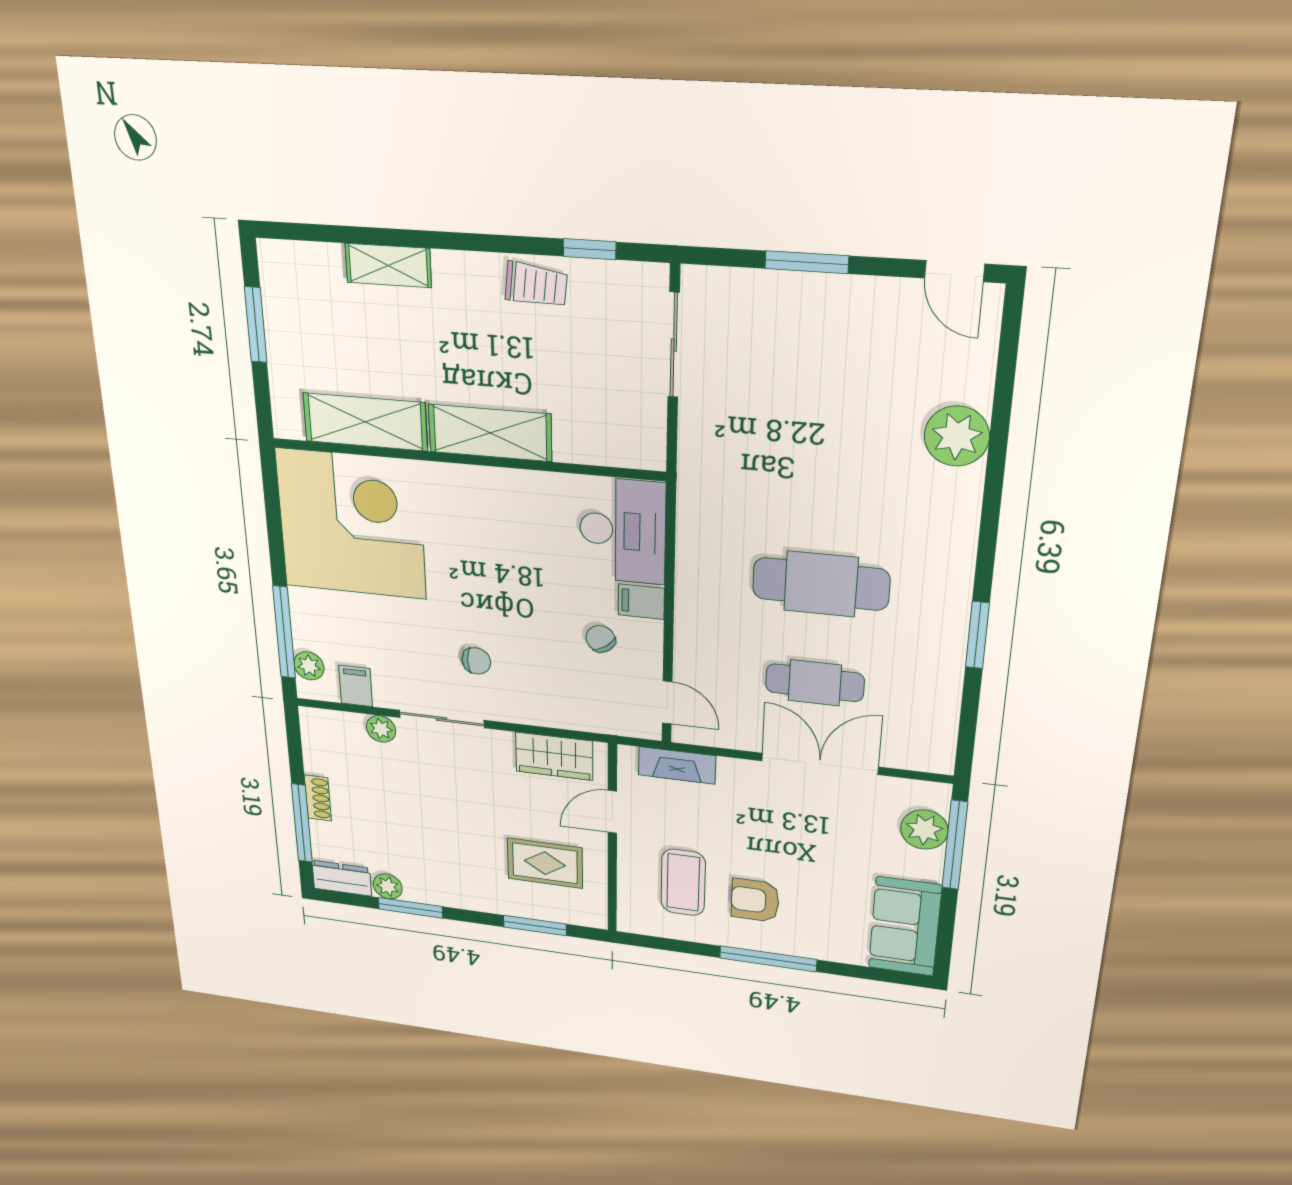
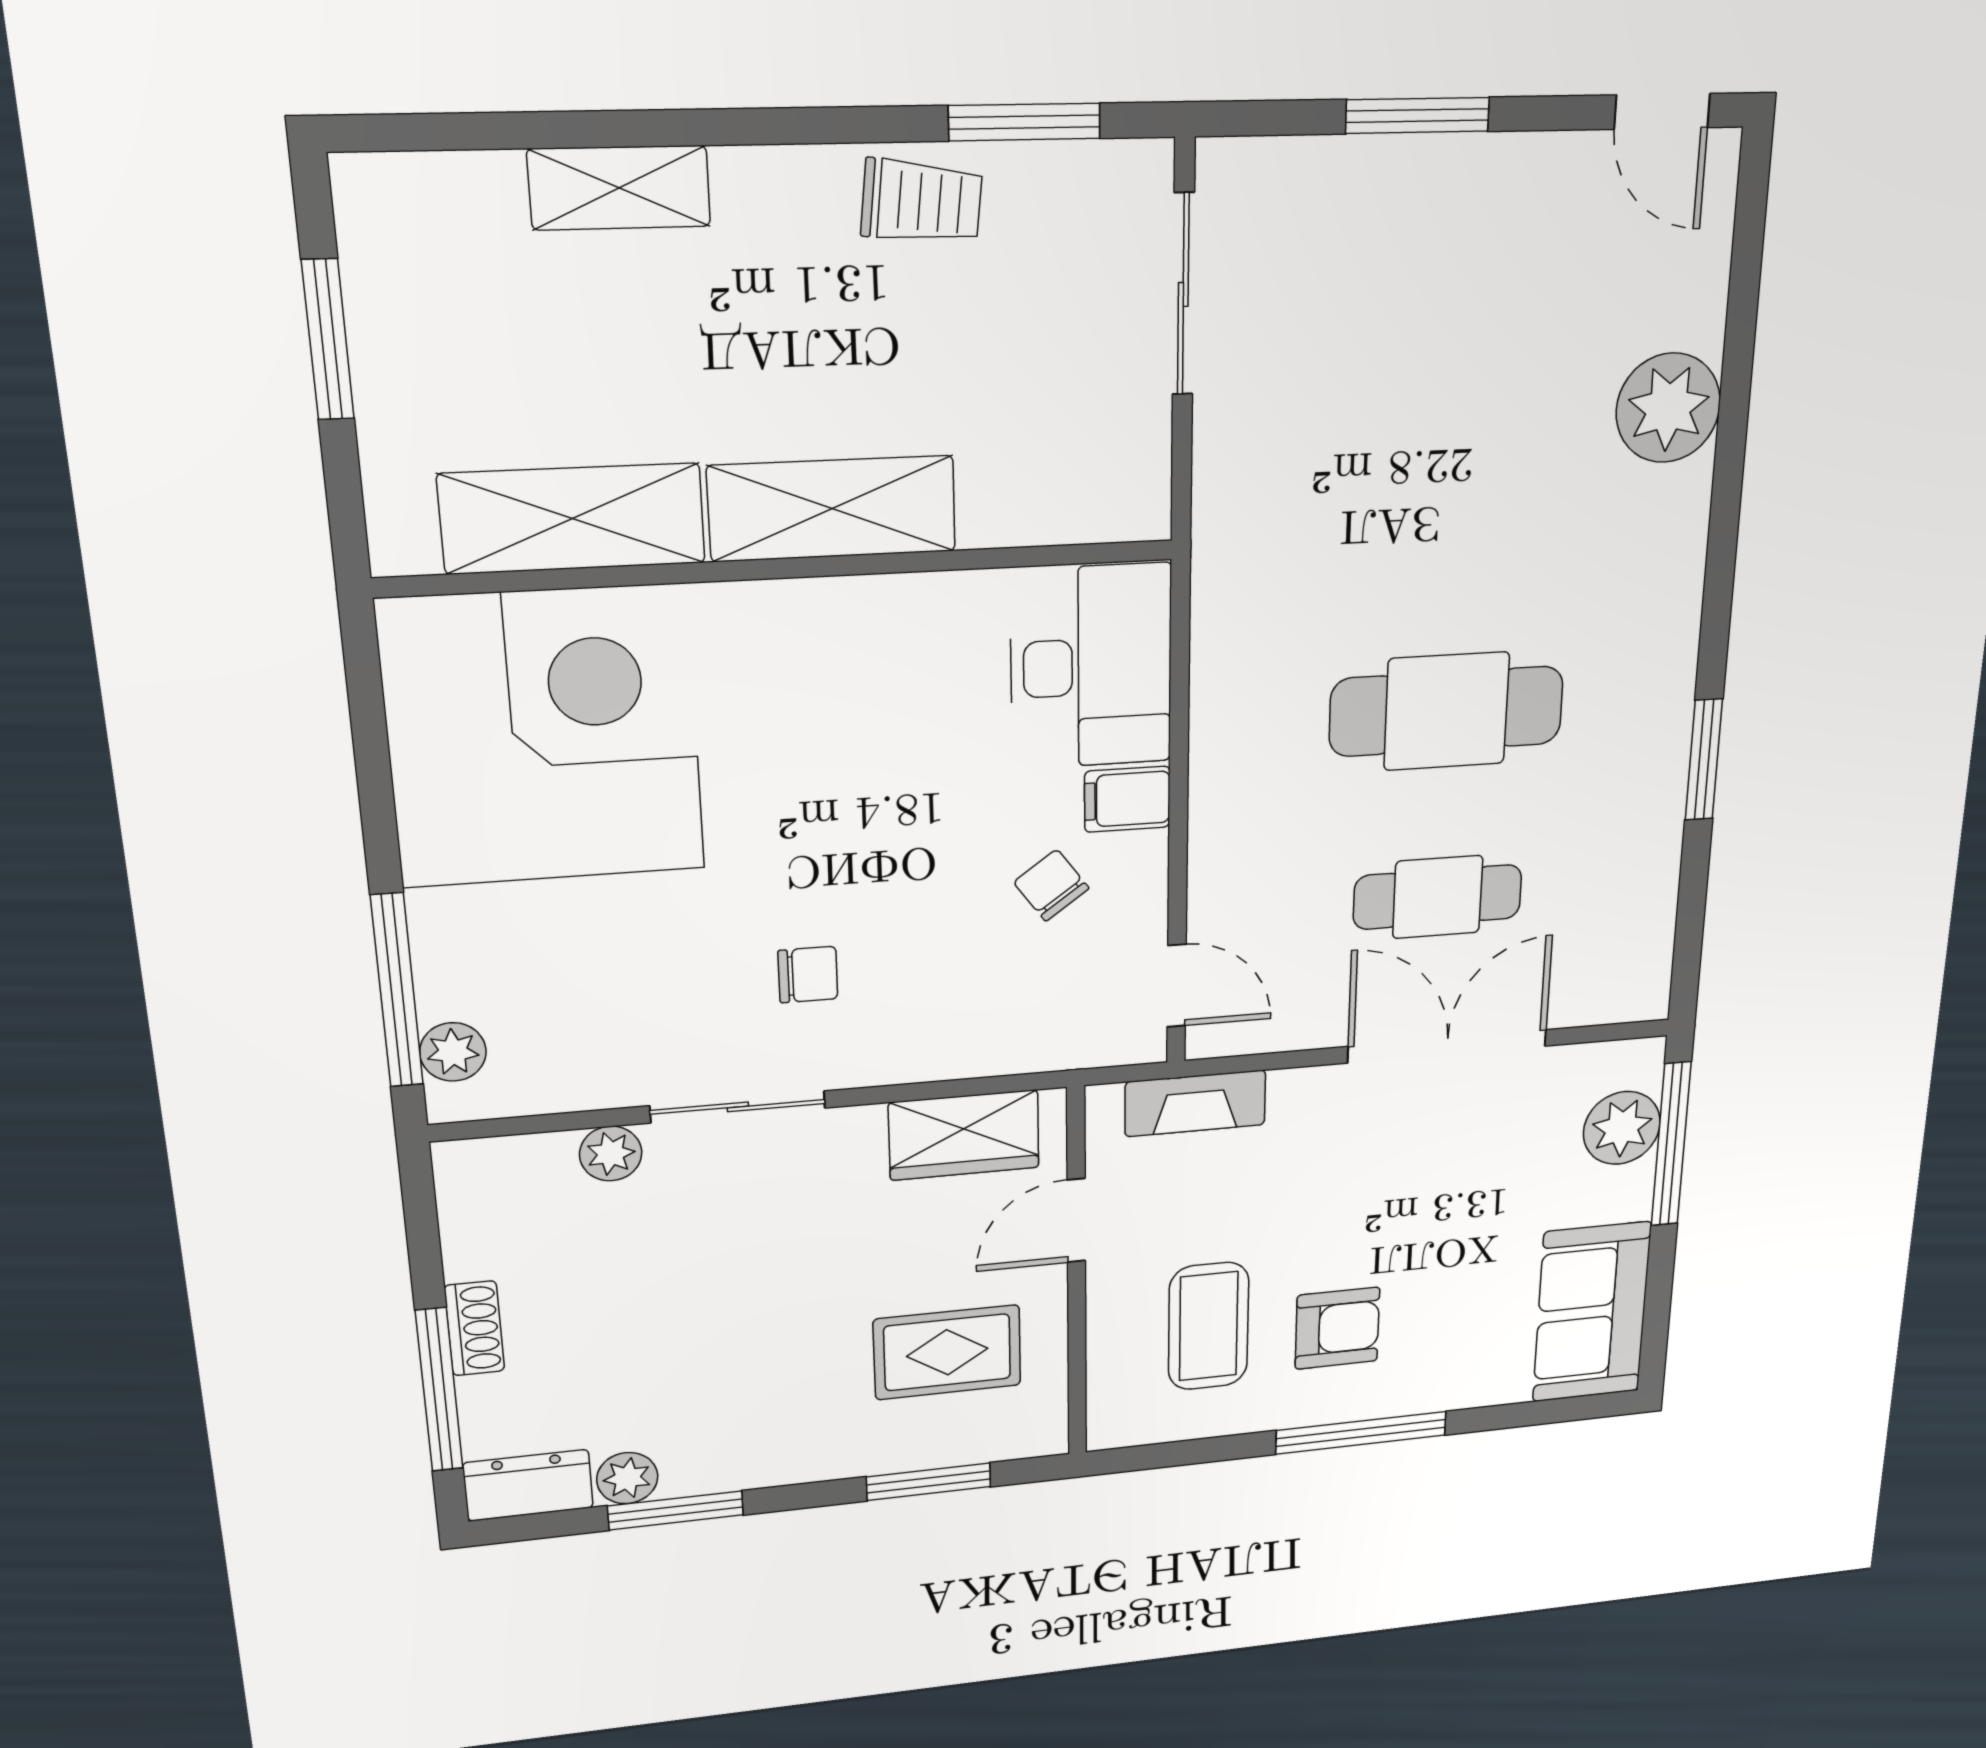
window: (590, 249) -> (1025, 122), width x1.50
filing cabinet: (356, 686) -> (555, 1075), removed
armchair: (755, 900) -> (1337, 1328), turned 180

